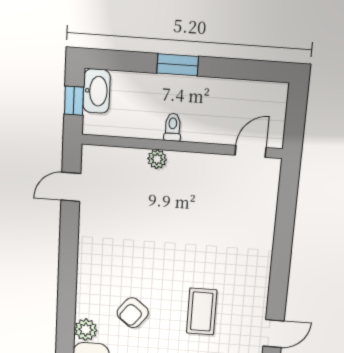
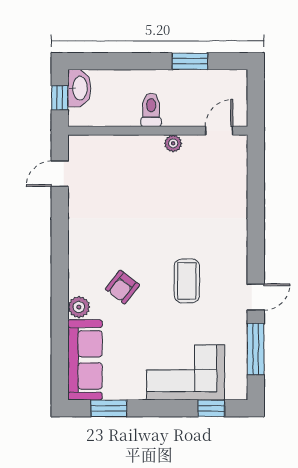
window: (178, 65) -> (190, 61), moved
toilet: (173, 127) -> (151, 110), width x1.37, depth x1.39
plant: (157, 159) -> (173, 143), moved

